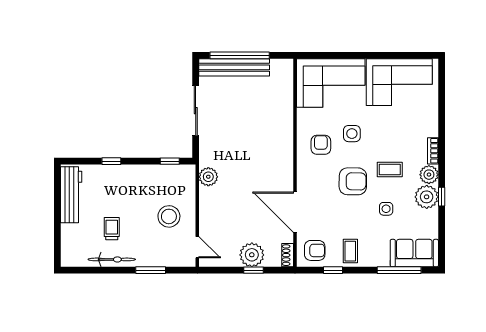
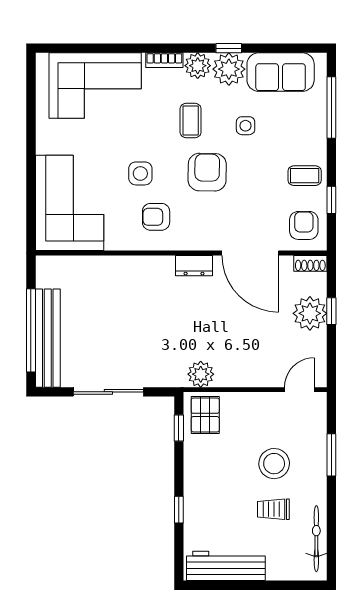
corner sofa: (399, 82) -> (95, 86), moved, turned 90
dresser: (286, 172) -> (194, 266), added
pallet: (179, 180) -> (205, 415), added
door: (295, 212) -> (250, 253), hinge flipped
stool: (169, 216) -> (274, 464), moved
sofa: (414, 253) -> (281, 72), moved, turned -90
bicycle: (112, 259) -> (316, 539), moved

